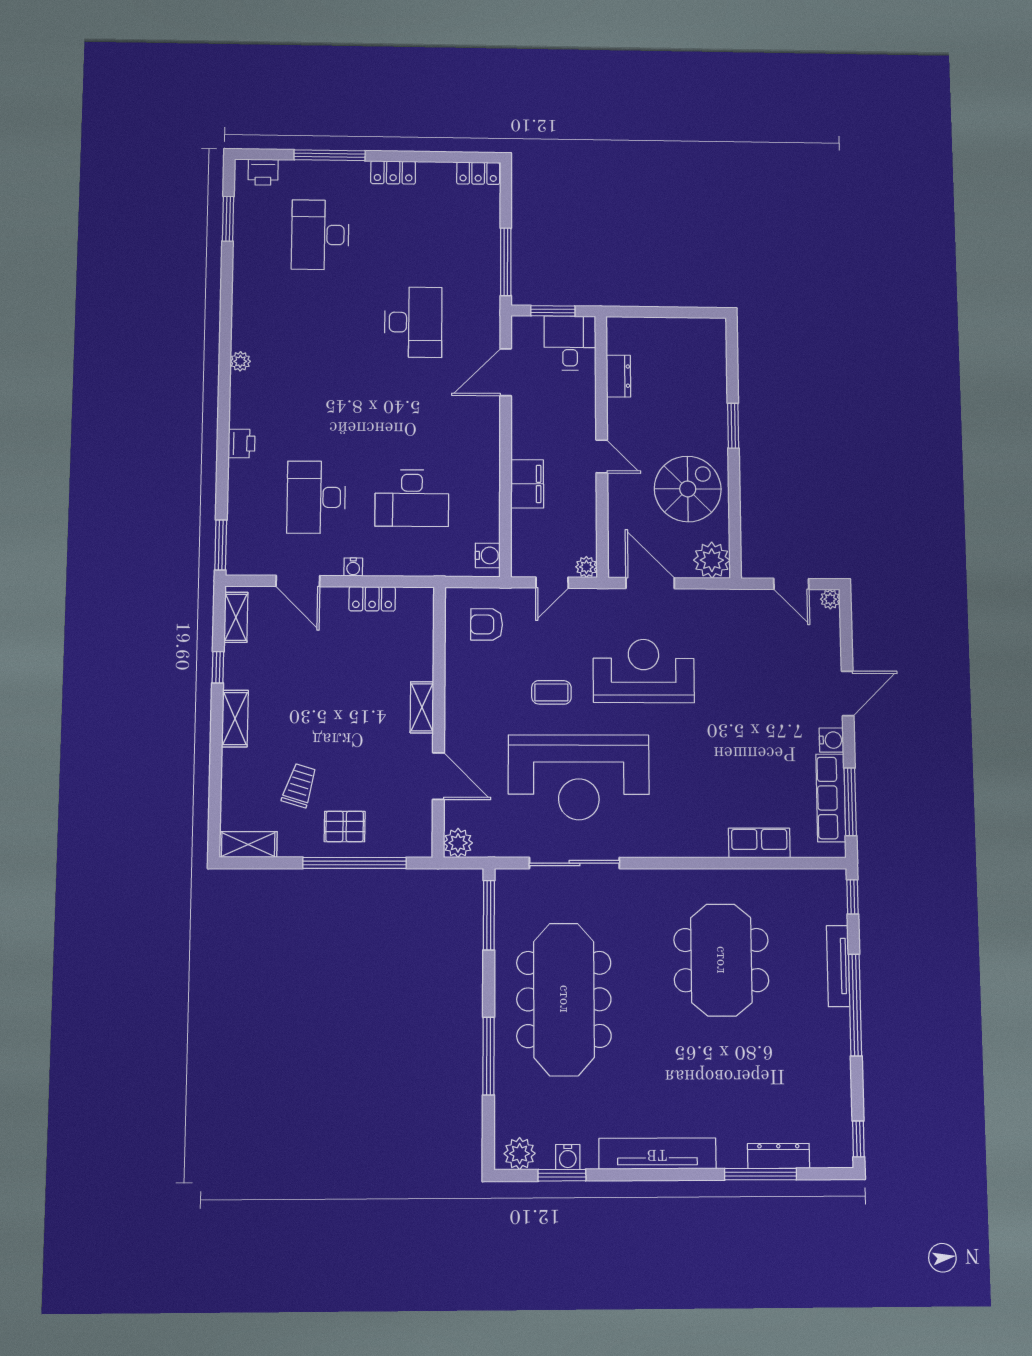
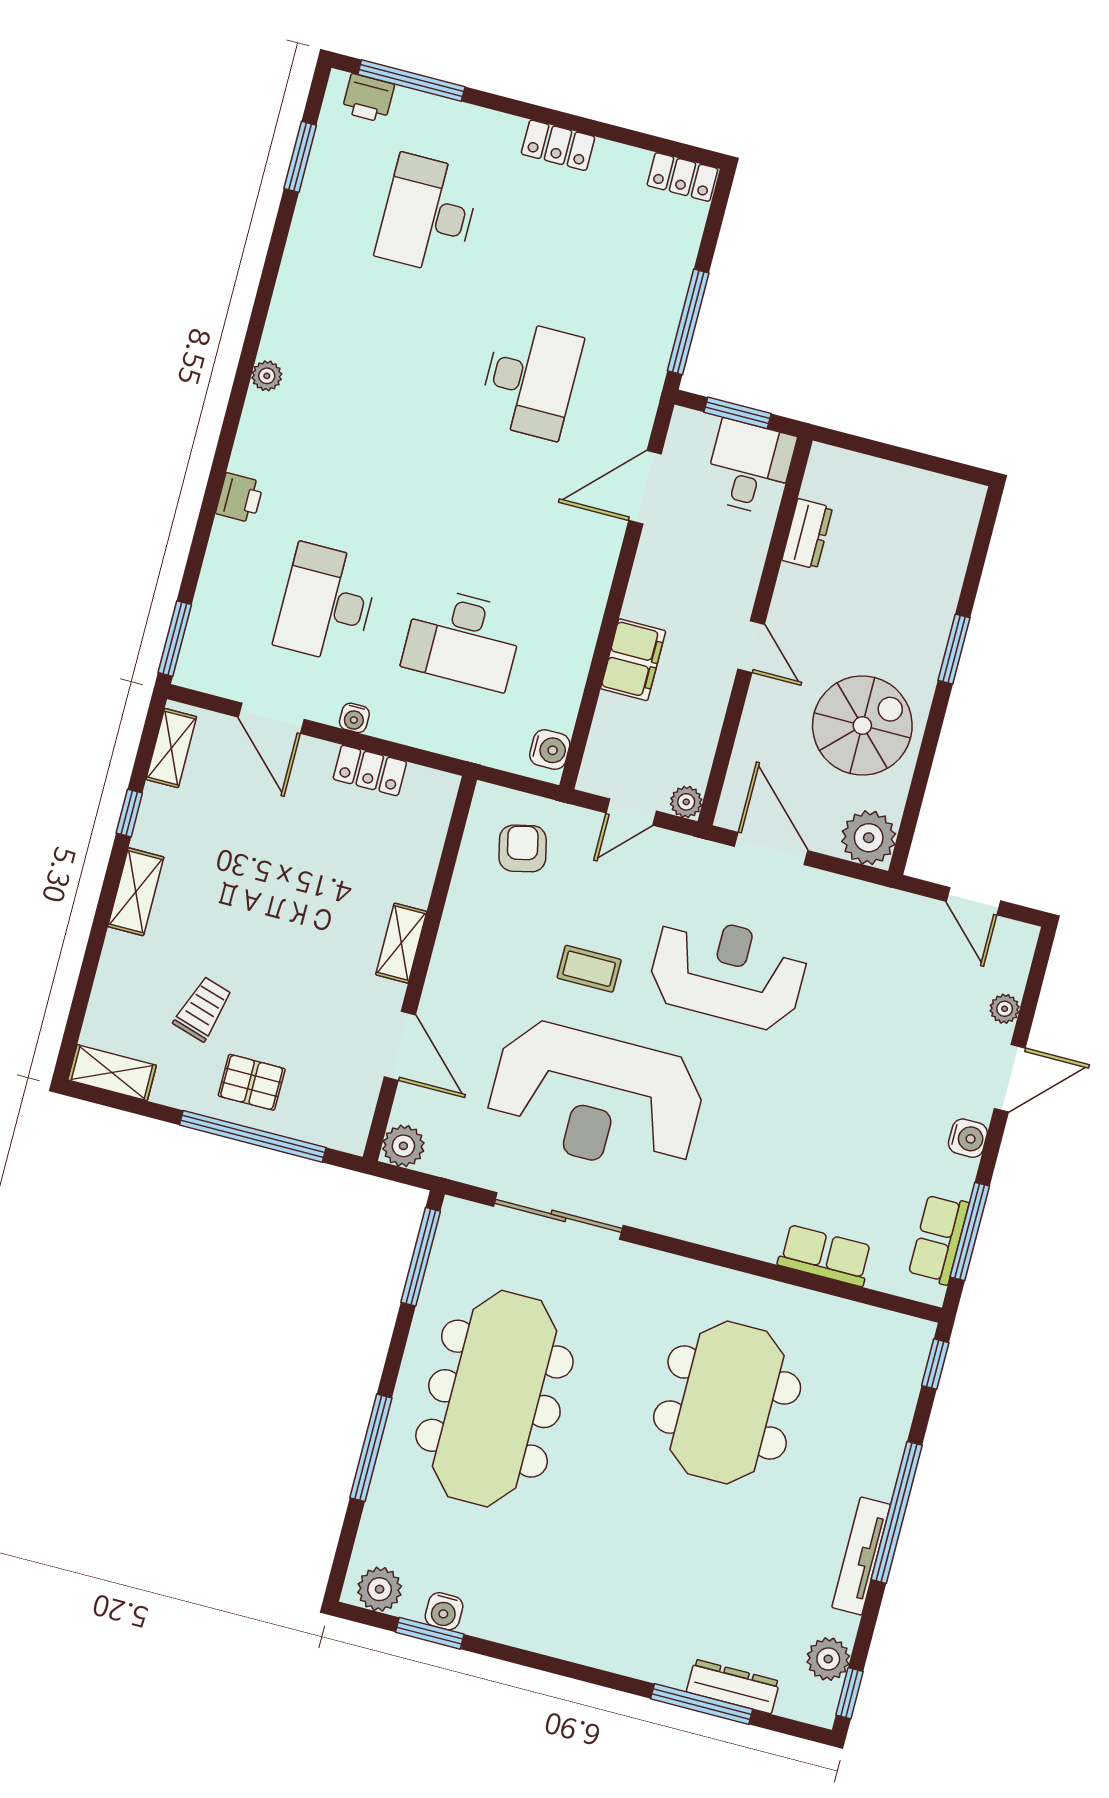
window: (330, 155) -> (411, 81), moved
plant: (830, 599) -> (1005, 1009), moved
armchair: (487, 624) -> (523, 848), turned 77
row of seats: (831, 798) -> (939, 1239), width x0.68
tv unit: (838, 966) -> (861, 1556), moved
plant: (837, 1119) -> (828, 1659), added
tv unit: (657, 1154) -> (568, 1639), removed

